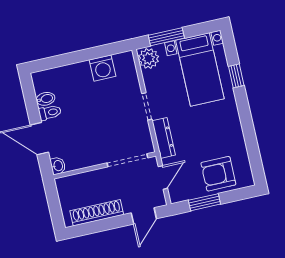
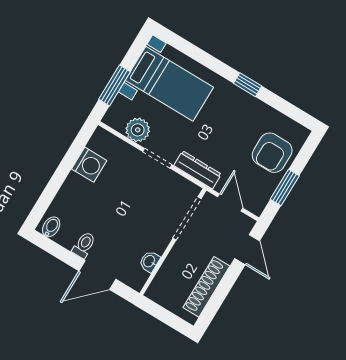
plant: (148, 58) -> (138, 130), moved
window: (236, 76) -> (248, 85), moved
bidet: (45, 99) -> (51, 227), moved
washbasin: (58, 166) -> (149, 261), moved, turned -90

